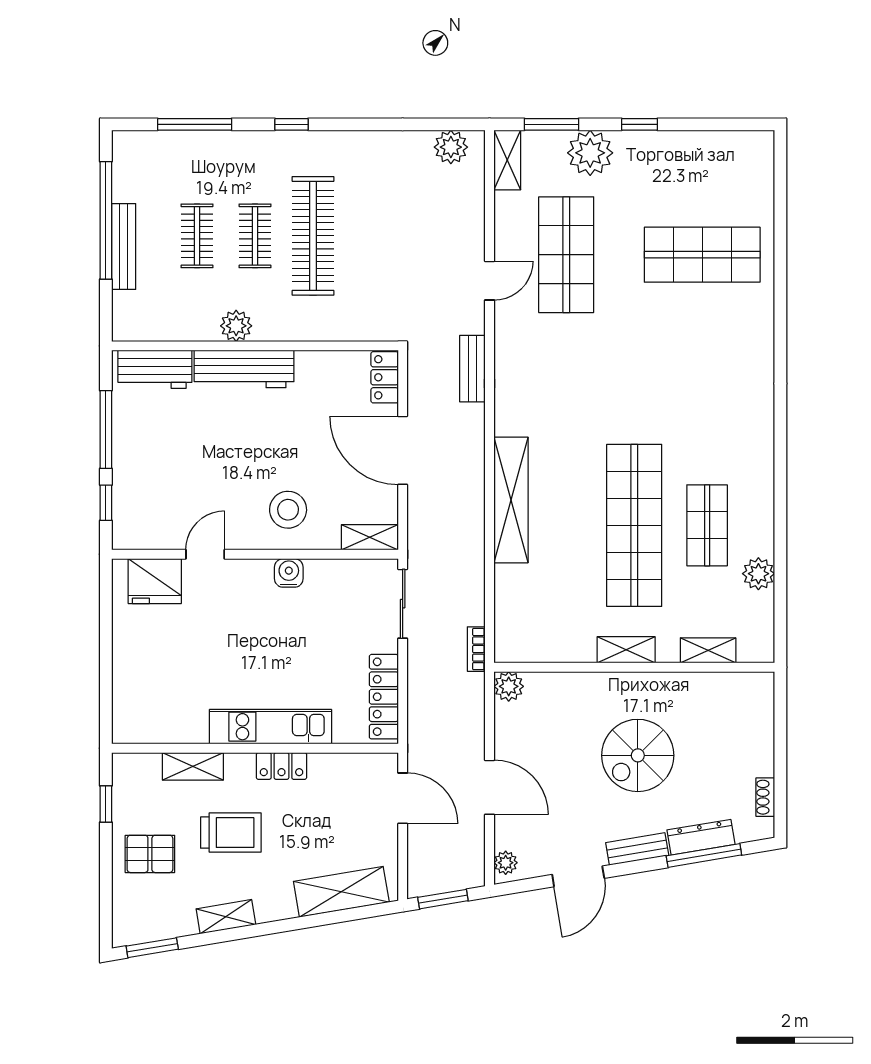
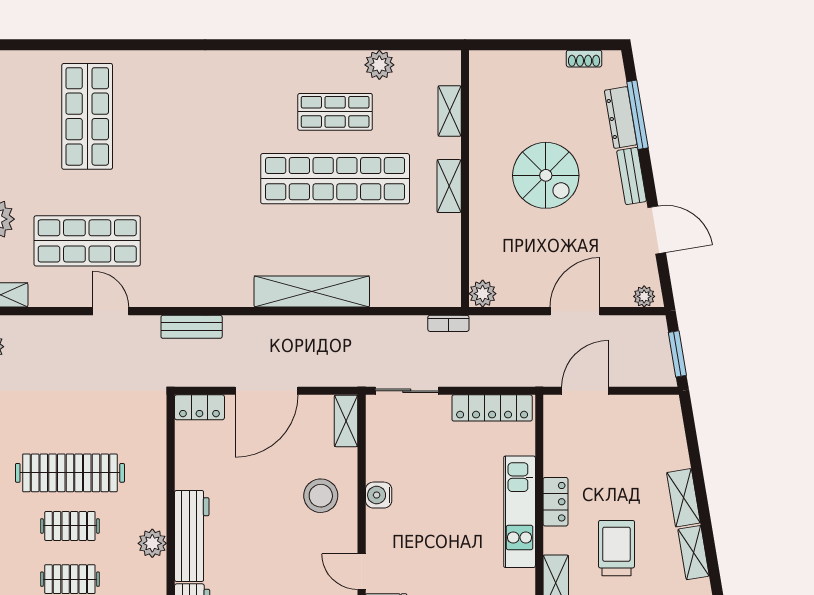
shelving: (341, 892) -> (683, 498), moved, width x0.67, depth x0.75

